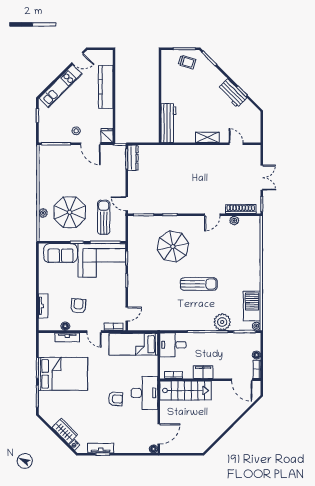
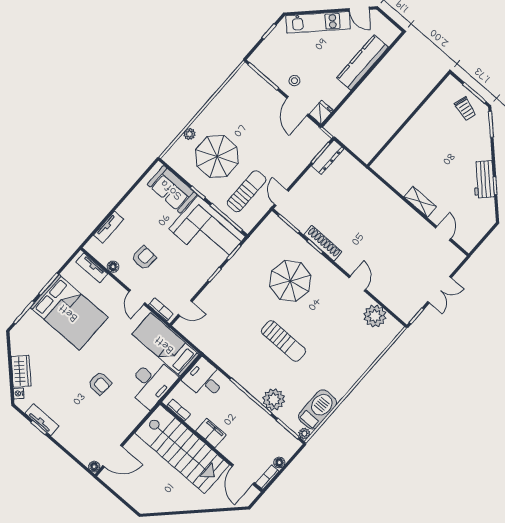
workbench: (168, 123) -> (394, 153), removed
shoe rack: (241, 209) -> (323, 243), moved
door: (212, 215) -> (357, 284), swing flipped
plant: (234, 221) -> (375, 316), width x1.87, depth x1.87
tv unit: (67, 337) -> (92, 268), moved
stairs: (185, 390) -> (182, 449), width x1.36, depth x1.51
desk: (144, 393) -> (152, 383), moved

